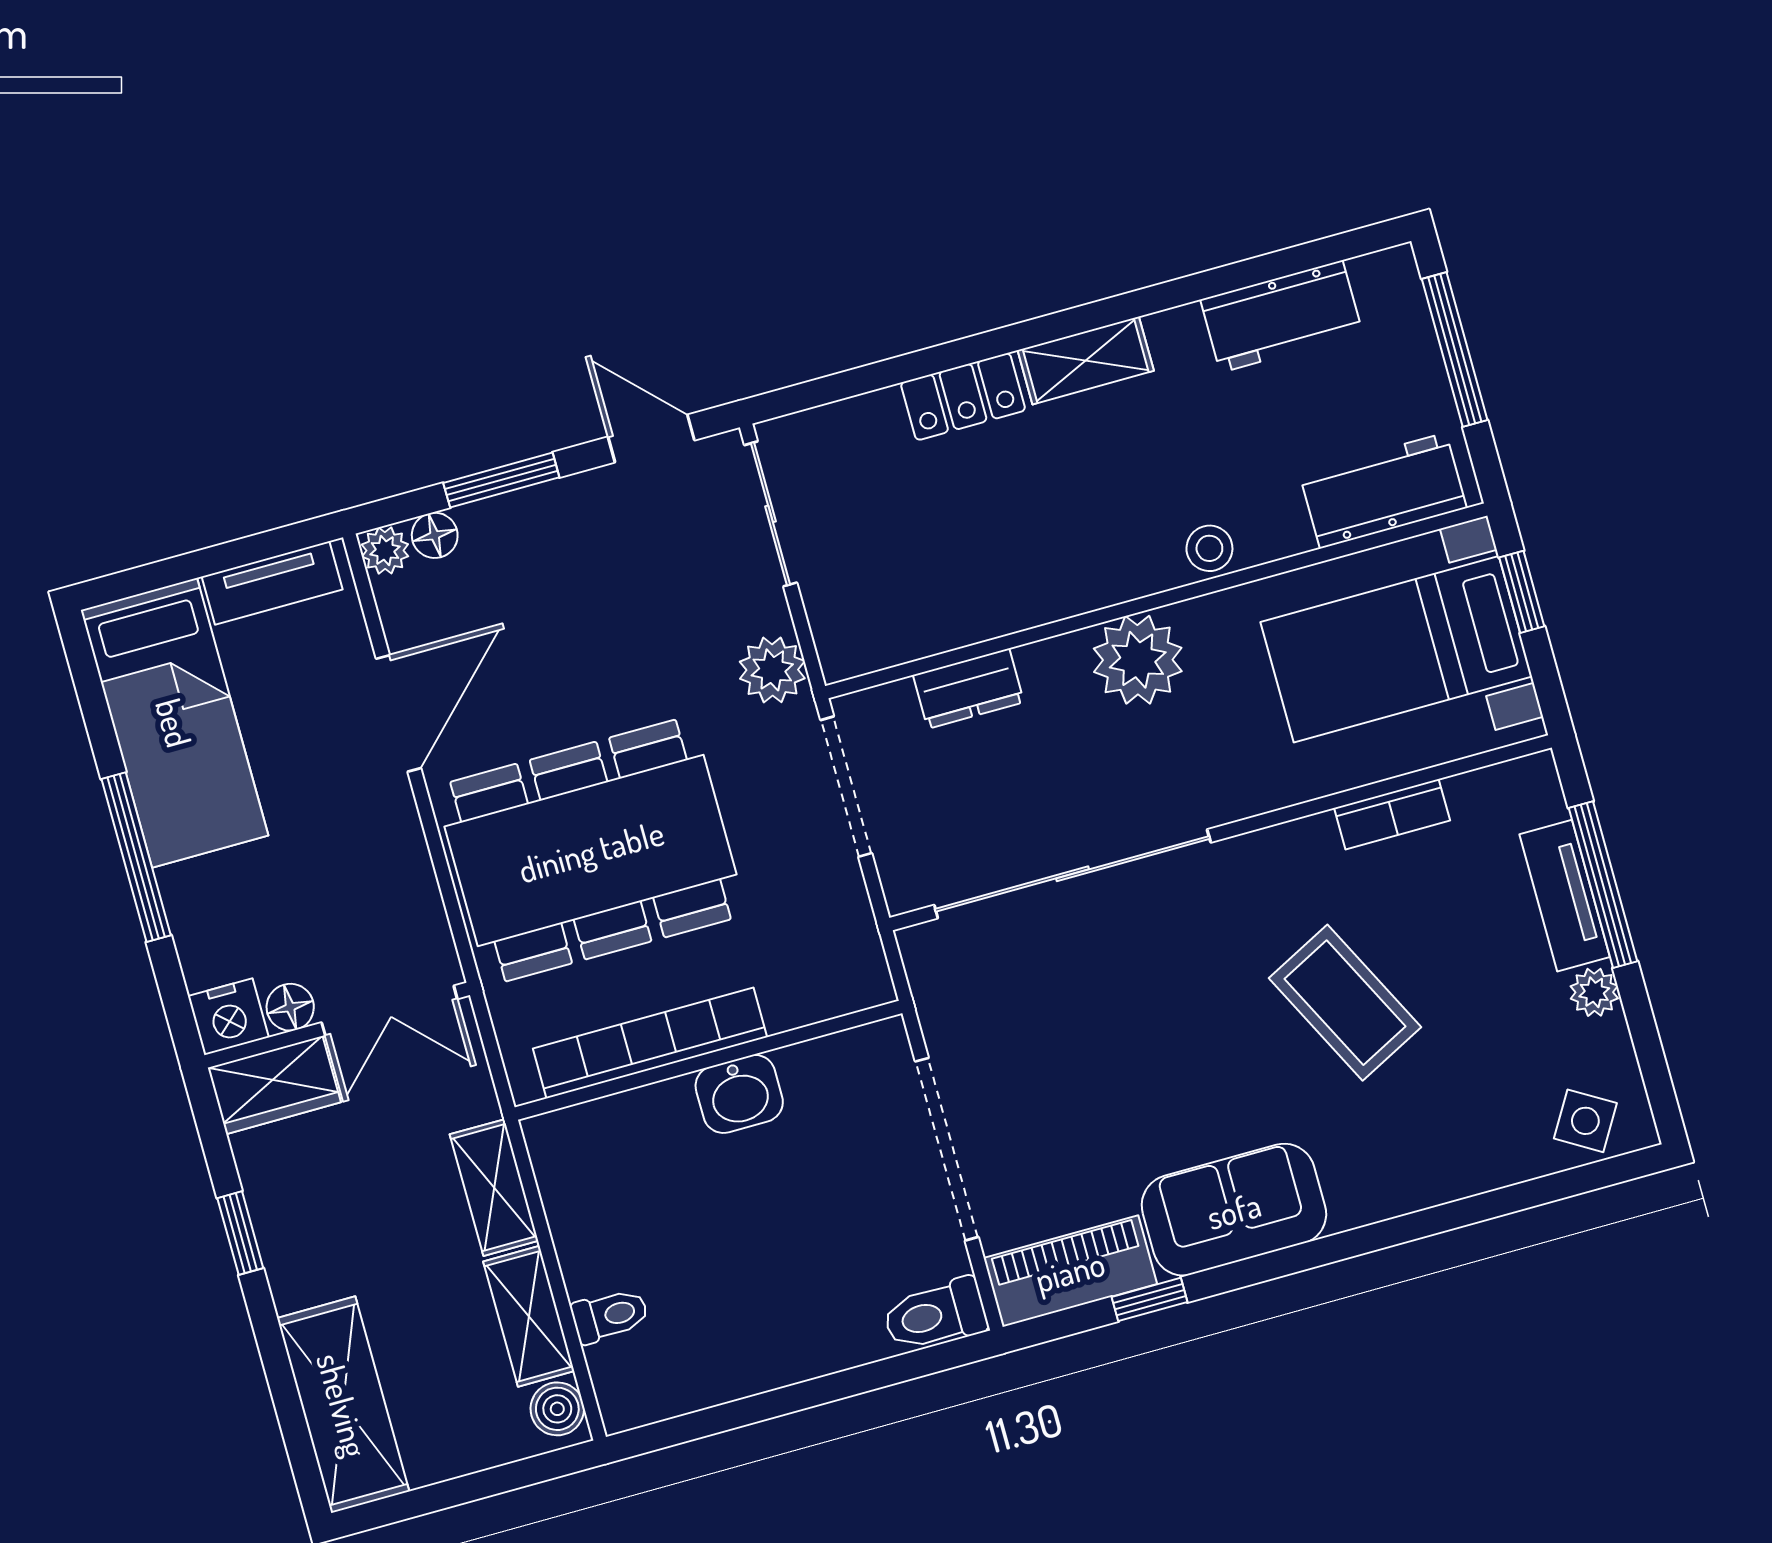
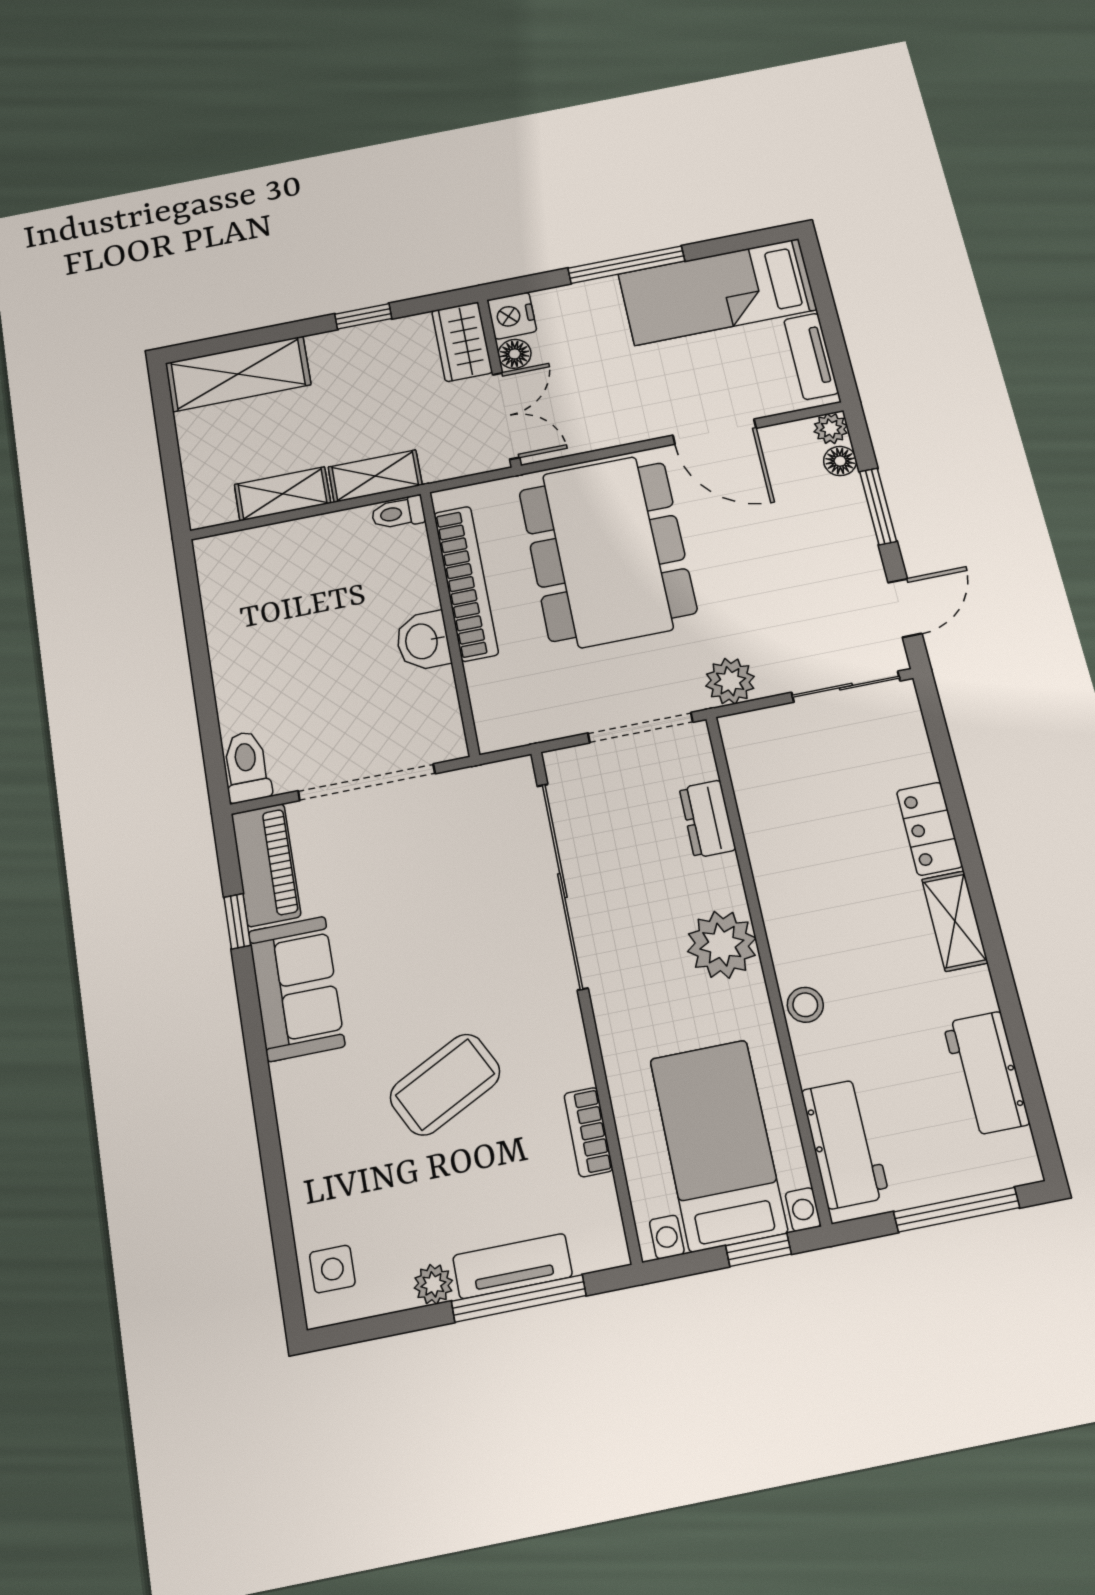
double door: (389, 1011) -> (506, 416), swing flipped
side table: (1585, 1121) -> (332, 1269), turned -31
toilet: (610, 1316) -> (398, 513), moved, turned 90
boiler: (557, 1409) -> (215, 509), removed

